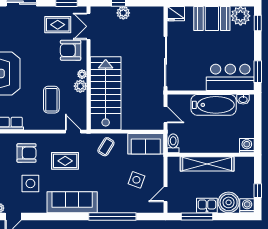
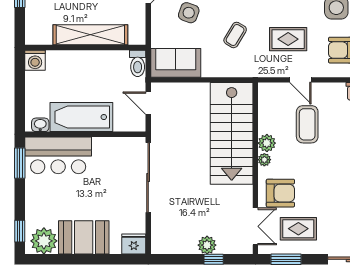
door: (73, 132) -> (300, 80), moved
coffee table: (106, 147) -> (235, 35), moved

